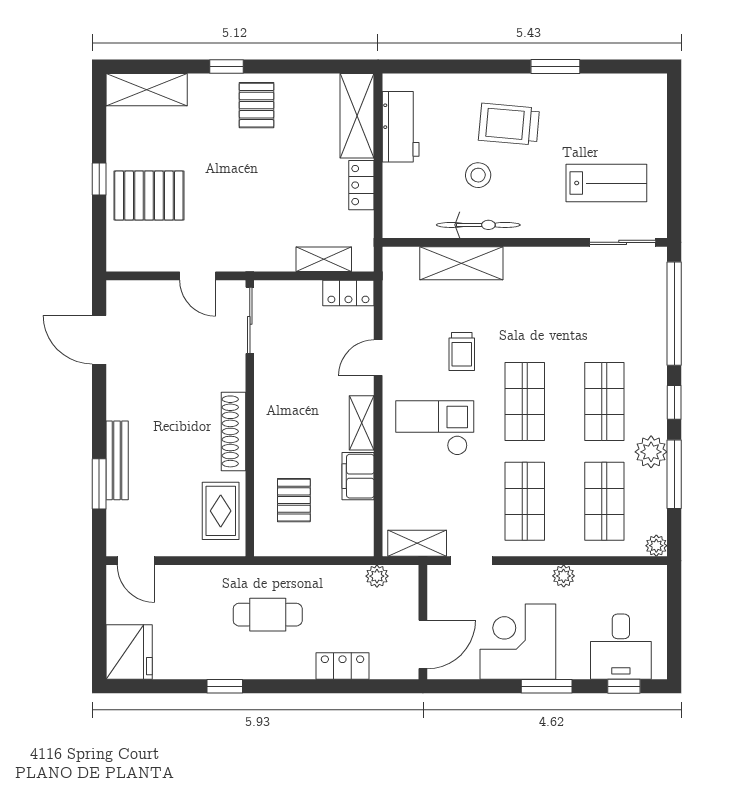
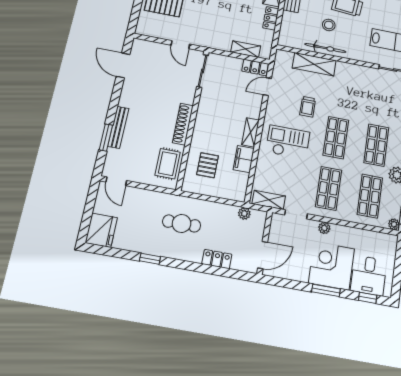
door: (378, 358) -> (267, 87), moved
plant: (564, 576) -> (324, 228), moved
corner desk: (518, 642) -> (332, 266), moved

